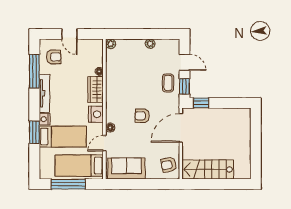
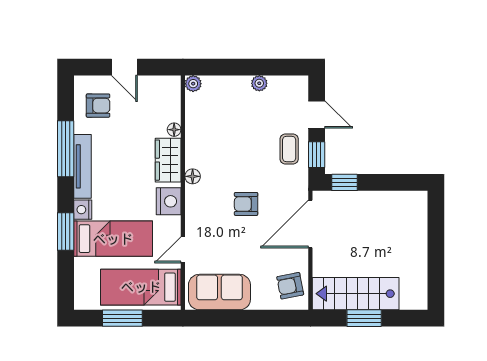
window: (34, 71) -> (66, 149), moved
floor lamp: (110, 128) -> (193, 176), moved
window: (68, 184) -> (122, 318), width x0.69
window: (213, 184) -> (364, 318), added

